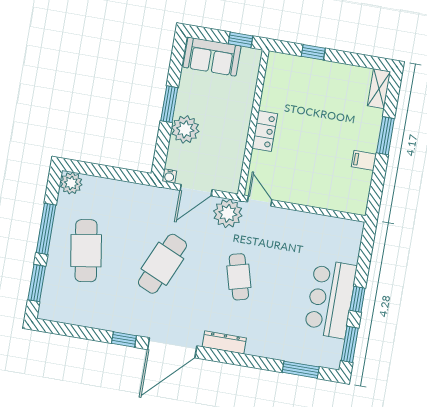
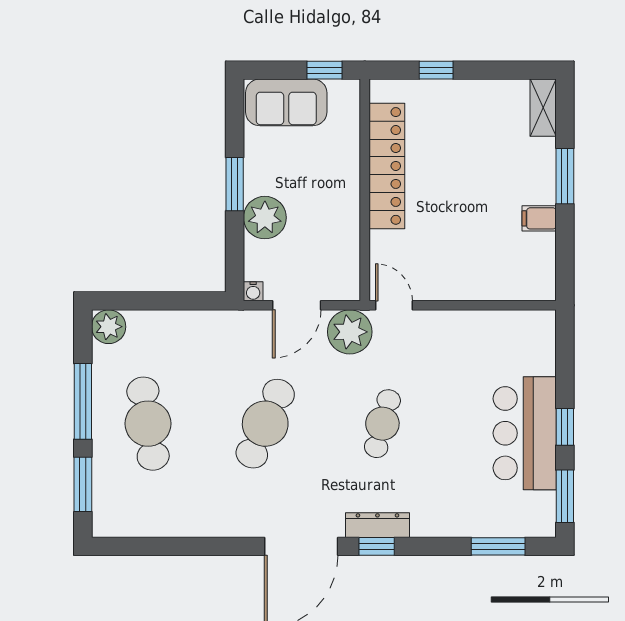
locker: (265, 131) -> (387, 166), width x2.16, depth x1.21
cafe table: (239, 277) -> (382, 424), turned 30
window: (124, 339) -> (377, 546), moved

